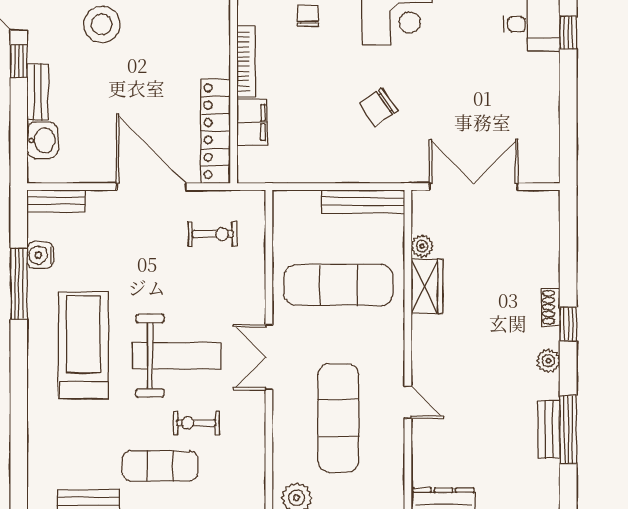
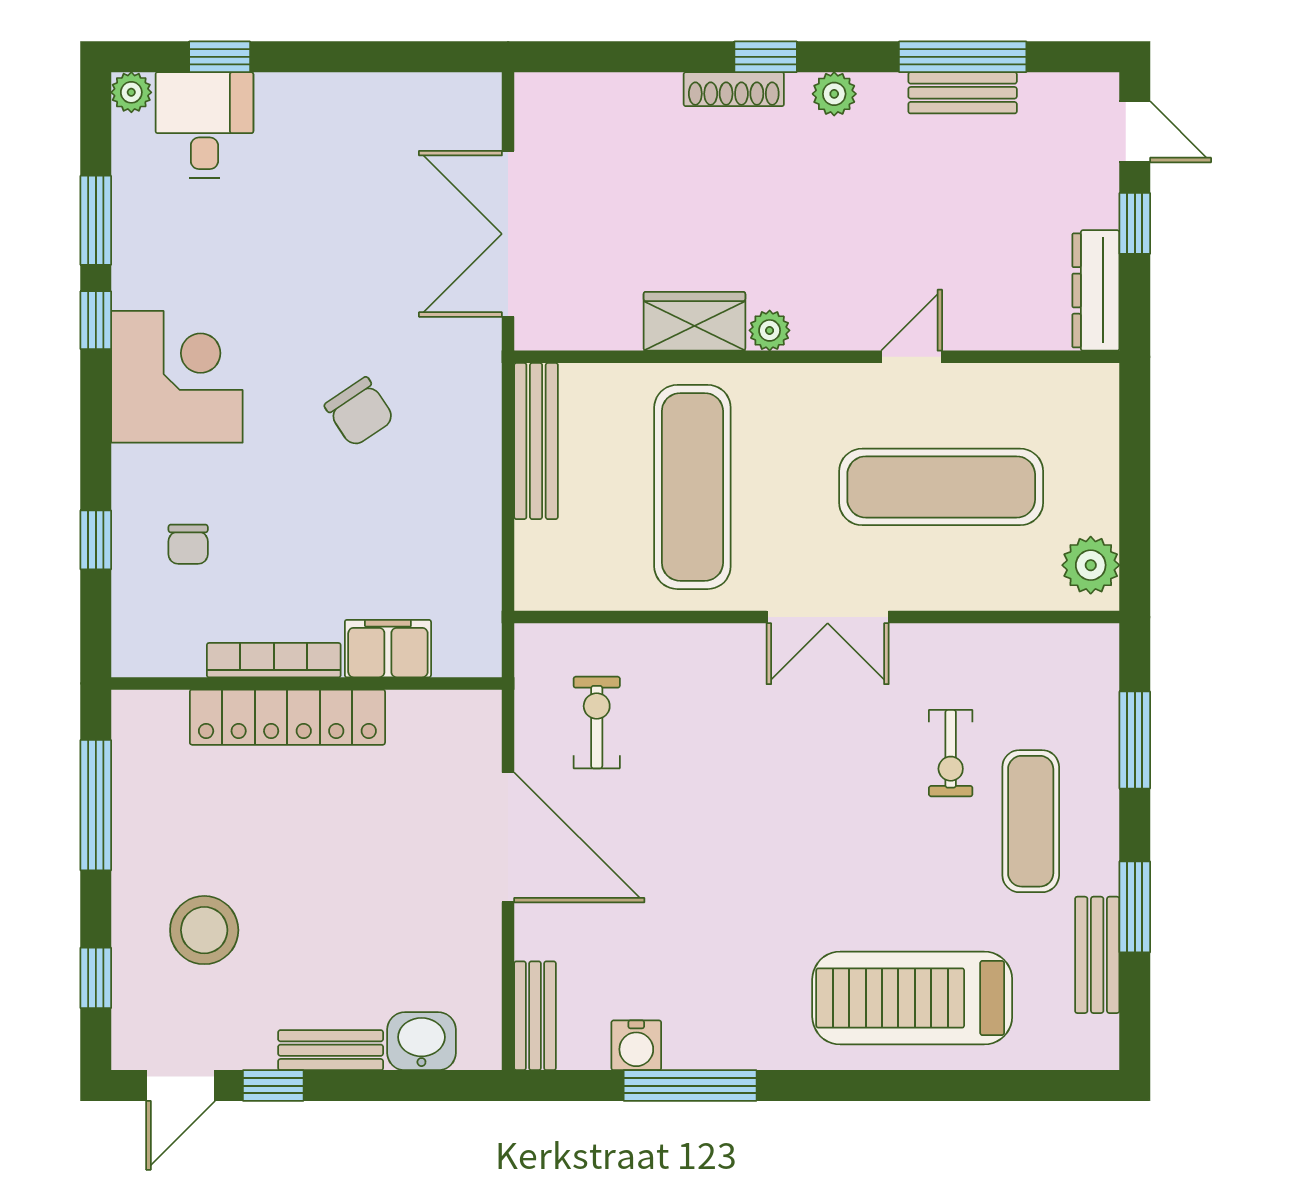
chair: (308, 16) -> (188, 544), turned -90
locker: (216, 131) -> (287, 717), moved
door: (151, 187) -> (508, 837), swing flipped
plant: (422, 246) -> (770, 330), moved
shoe rack: (551, 307) -> (734, 89), width x1.43
treadmill: (84, 345) -> (912, 998), moved
weight bench: (176, 356) -> (825, 790), removed

